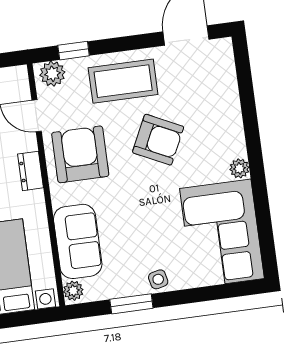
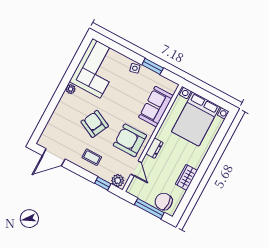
coffee table: (123, 81) -> (92, 157), width x0.54, depth x0.58
armchair: (80, 154) -> (130, 140), turned 90
plant: (73, 291) -> (172, 88), removed

